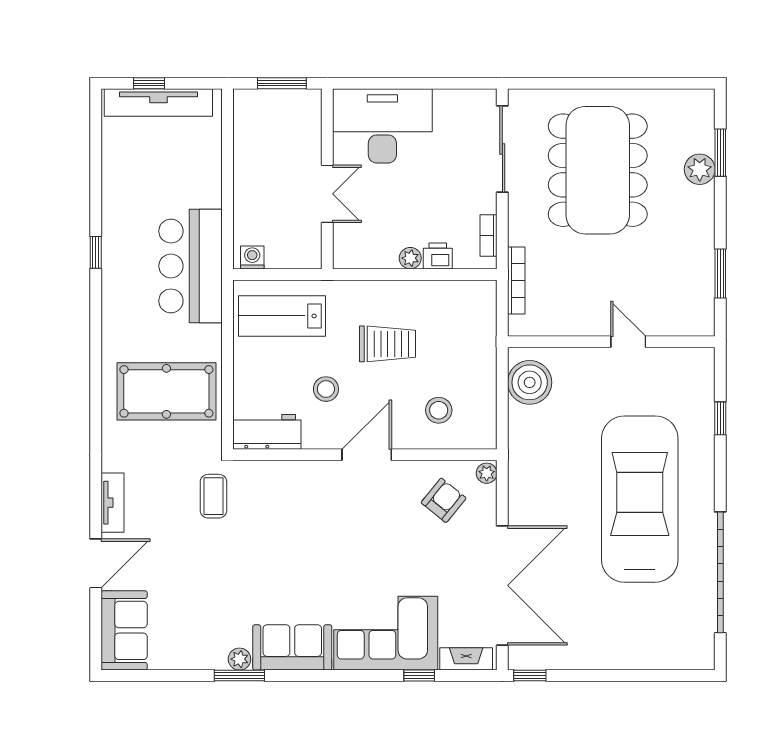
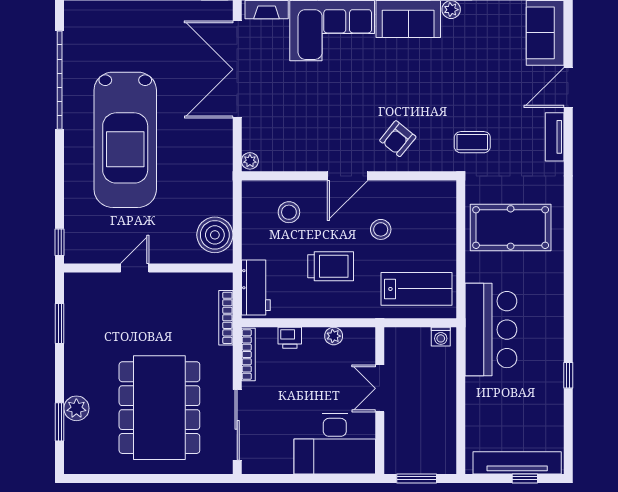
bookcase: (489, 235) -> (248, 354), width x1.56
window: (96, 252) -> (568, 375), moved
plant: (410, 258) -> (334, 336), moved
door: (628, 342) -> (135, 268), swing flipped
trolley: (387, 344) -> (331, 266), turned 180
window: (720, 418) -> (60, 242), moved
workbench: (267, 432) -> (256, 288), moved, turned -90
coffee table: (213, 496) -> (472, 142), turned 90
armchair: (444, 500) -> (398, 139), moved

